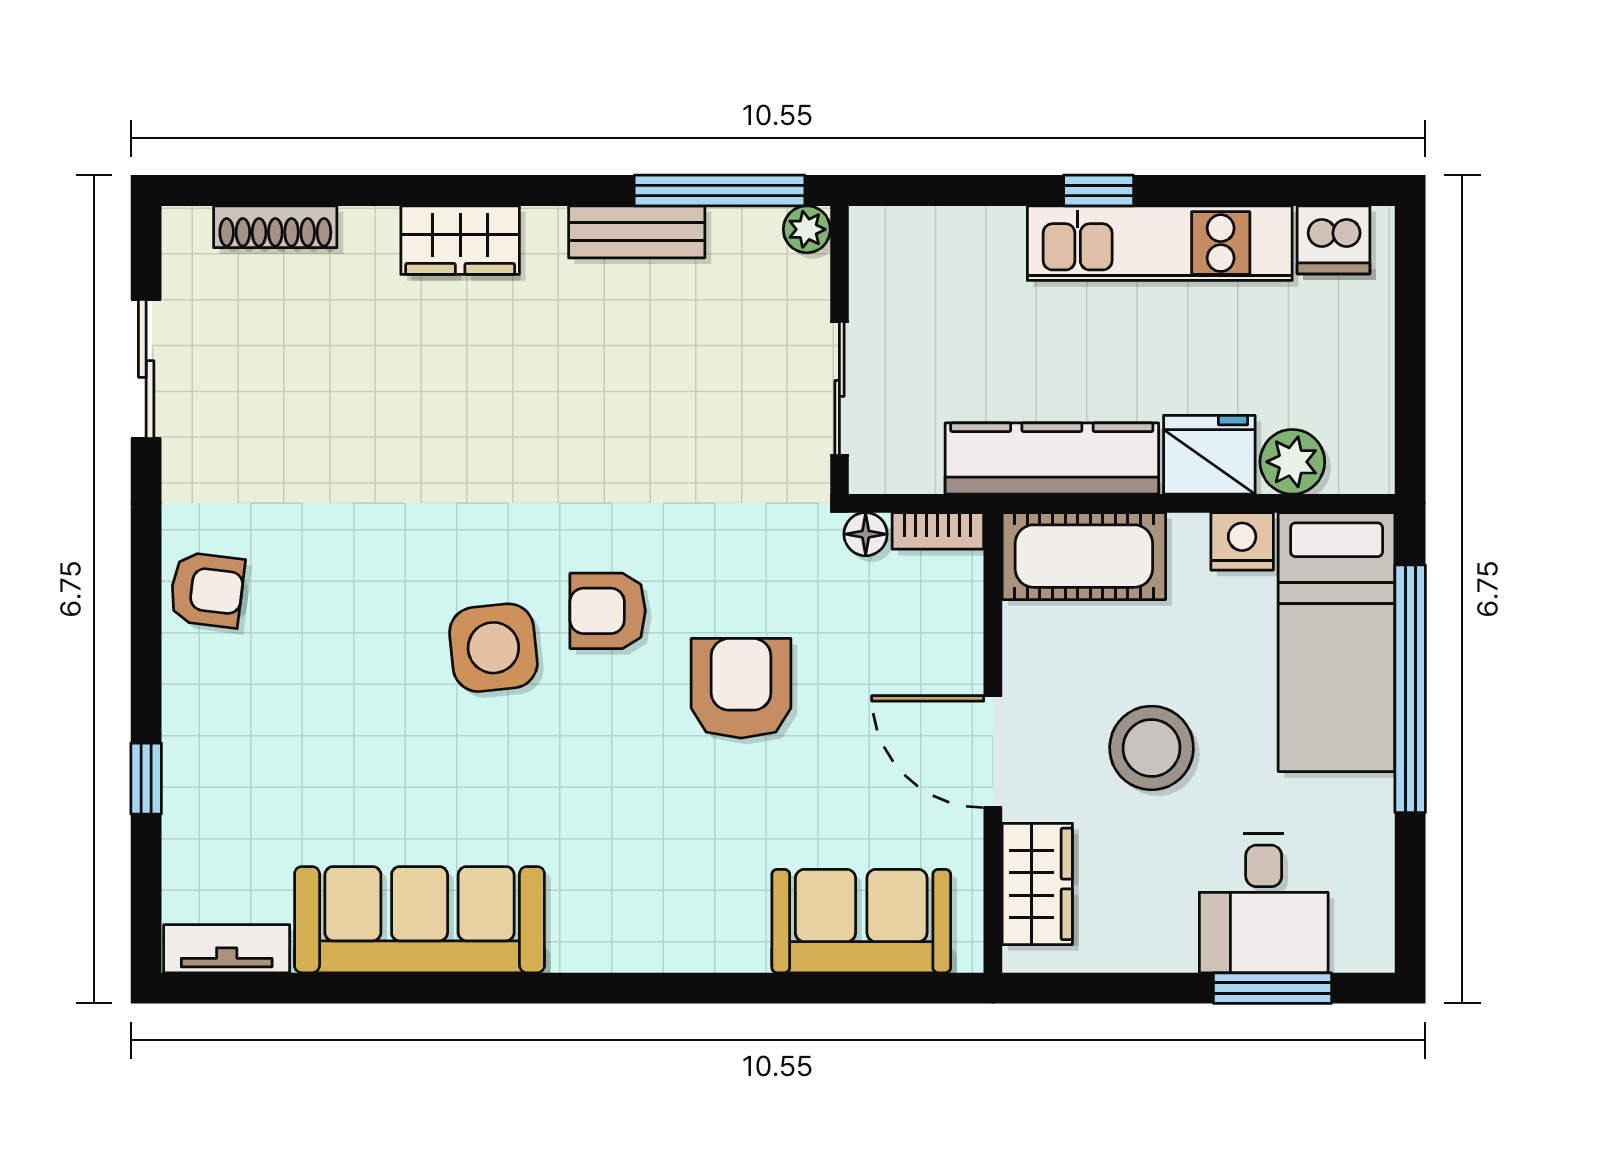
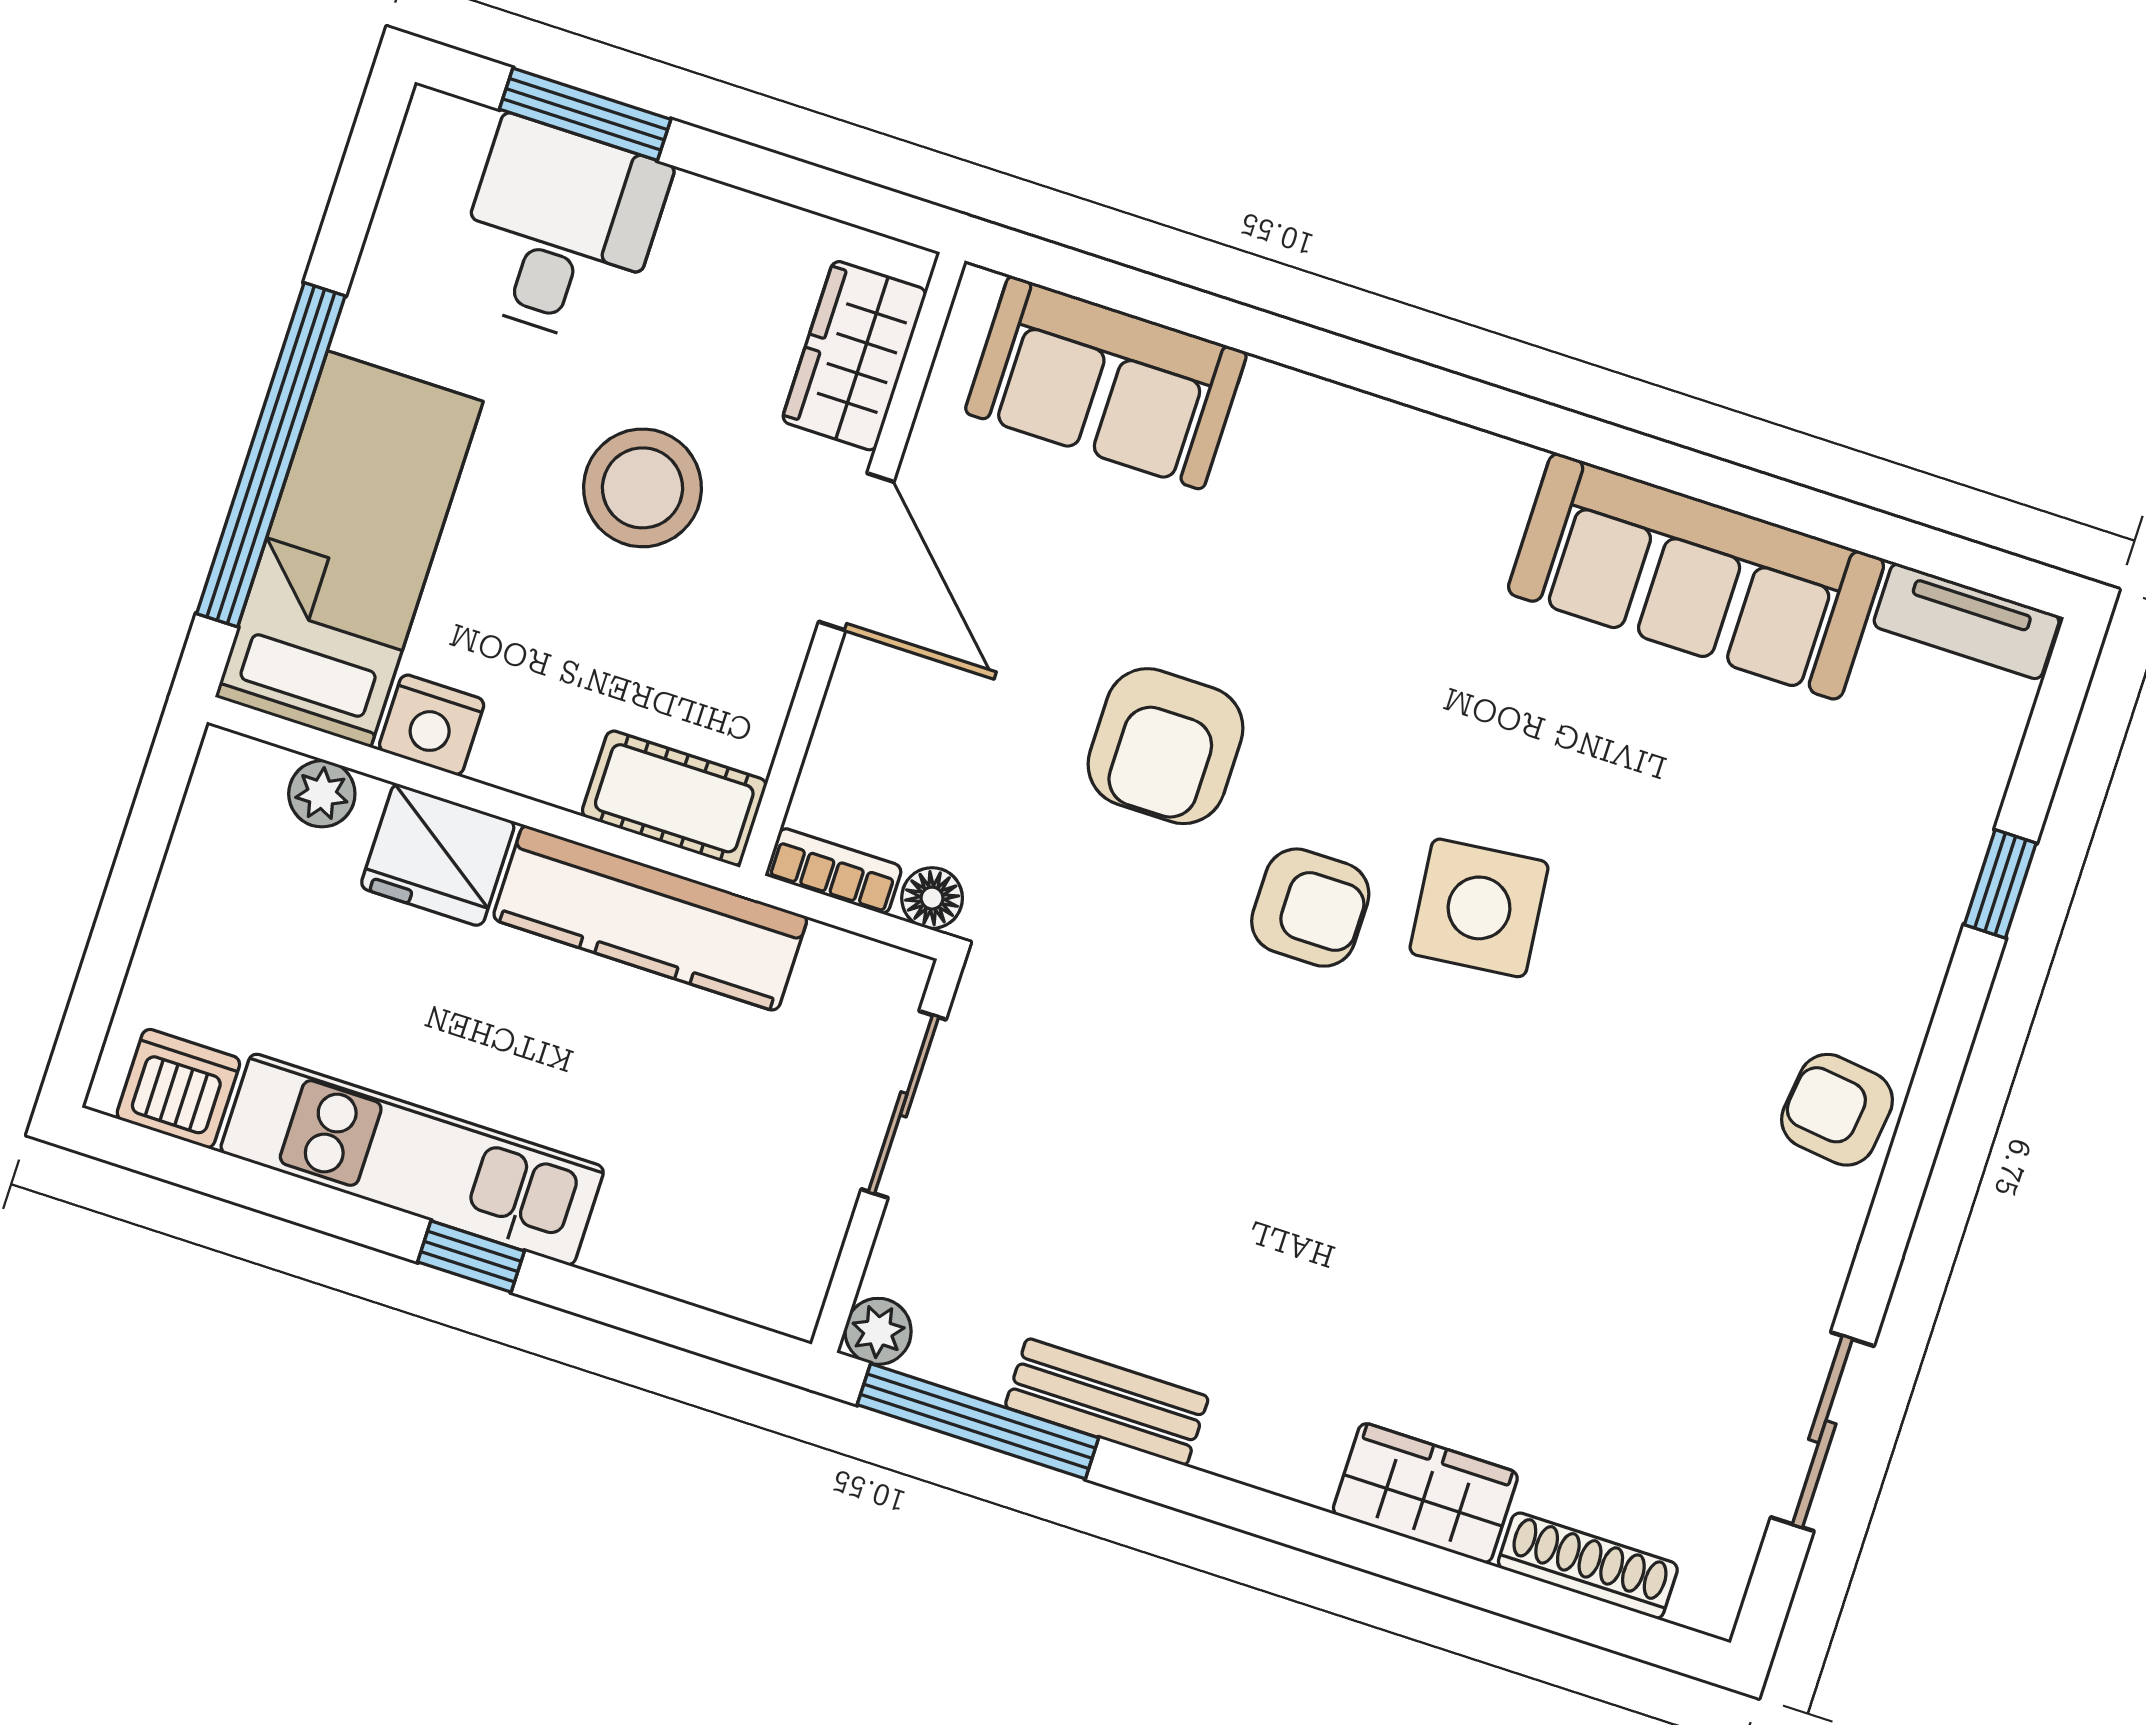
wardrobe: (460, 240) -> (1425, 1493), moved
plant: (1292, 462) -> (322, 794), width x0.73, depth x0.73
cot: (1084, 556) -> (674, 798), width x0.73, depth x0.75

